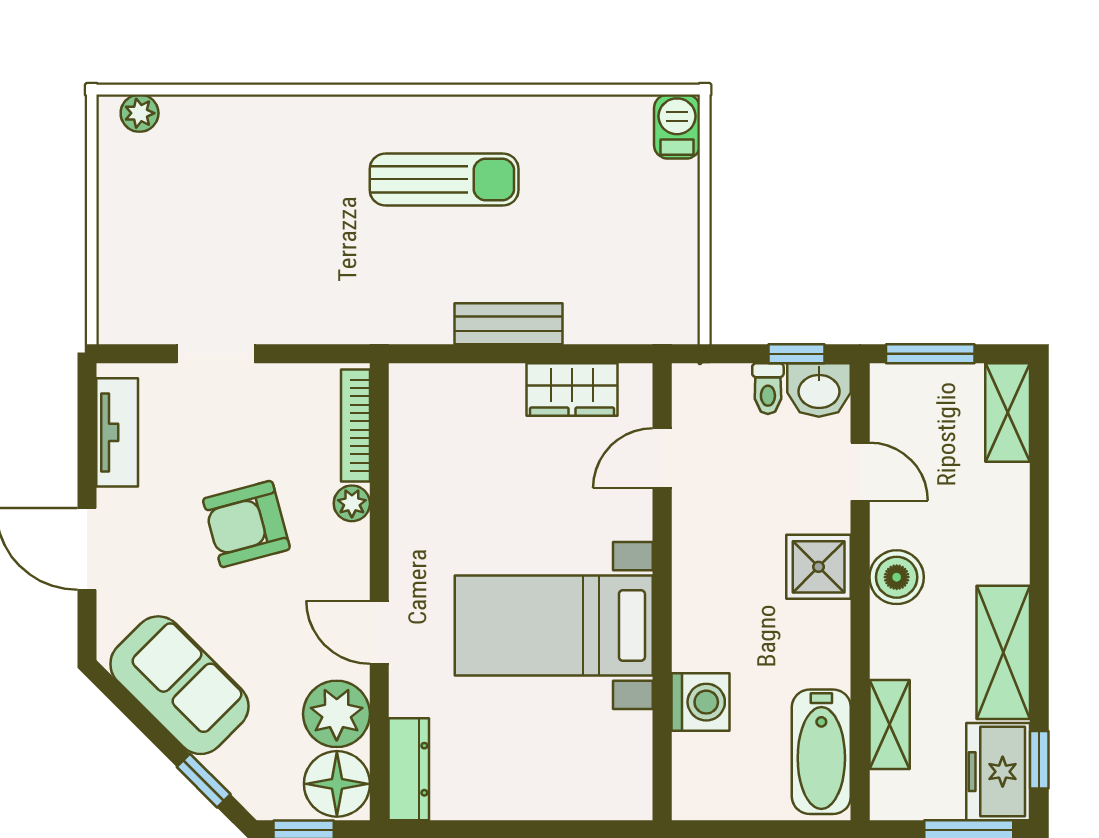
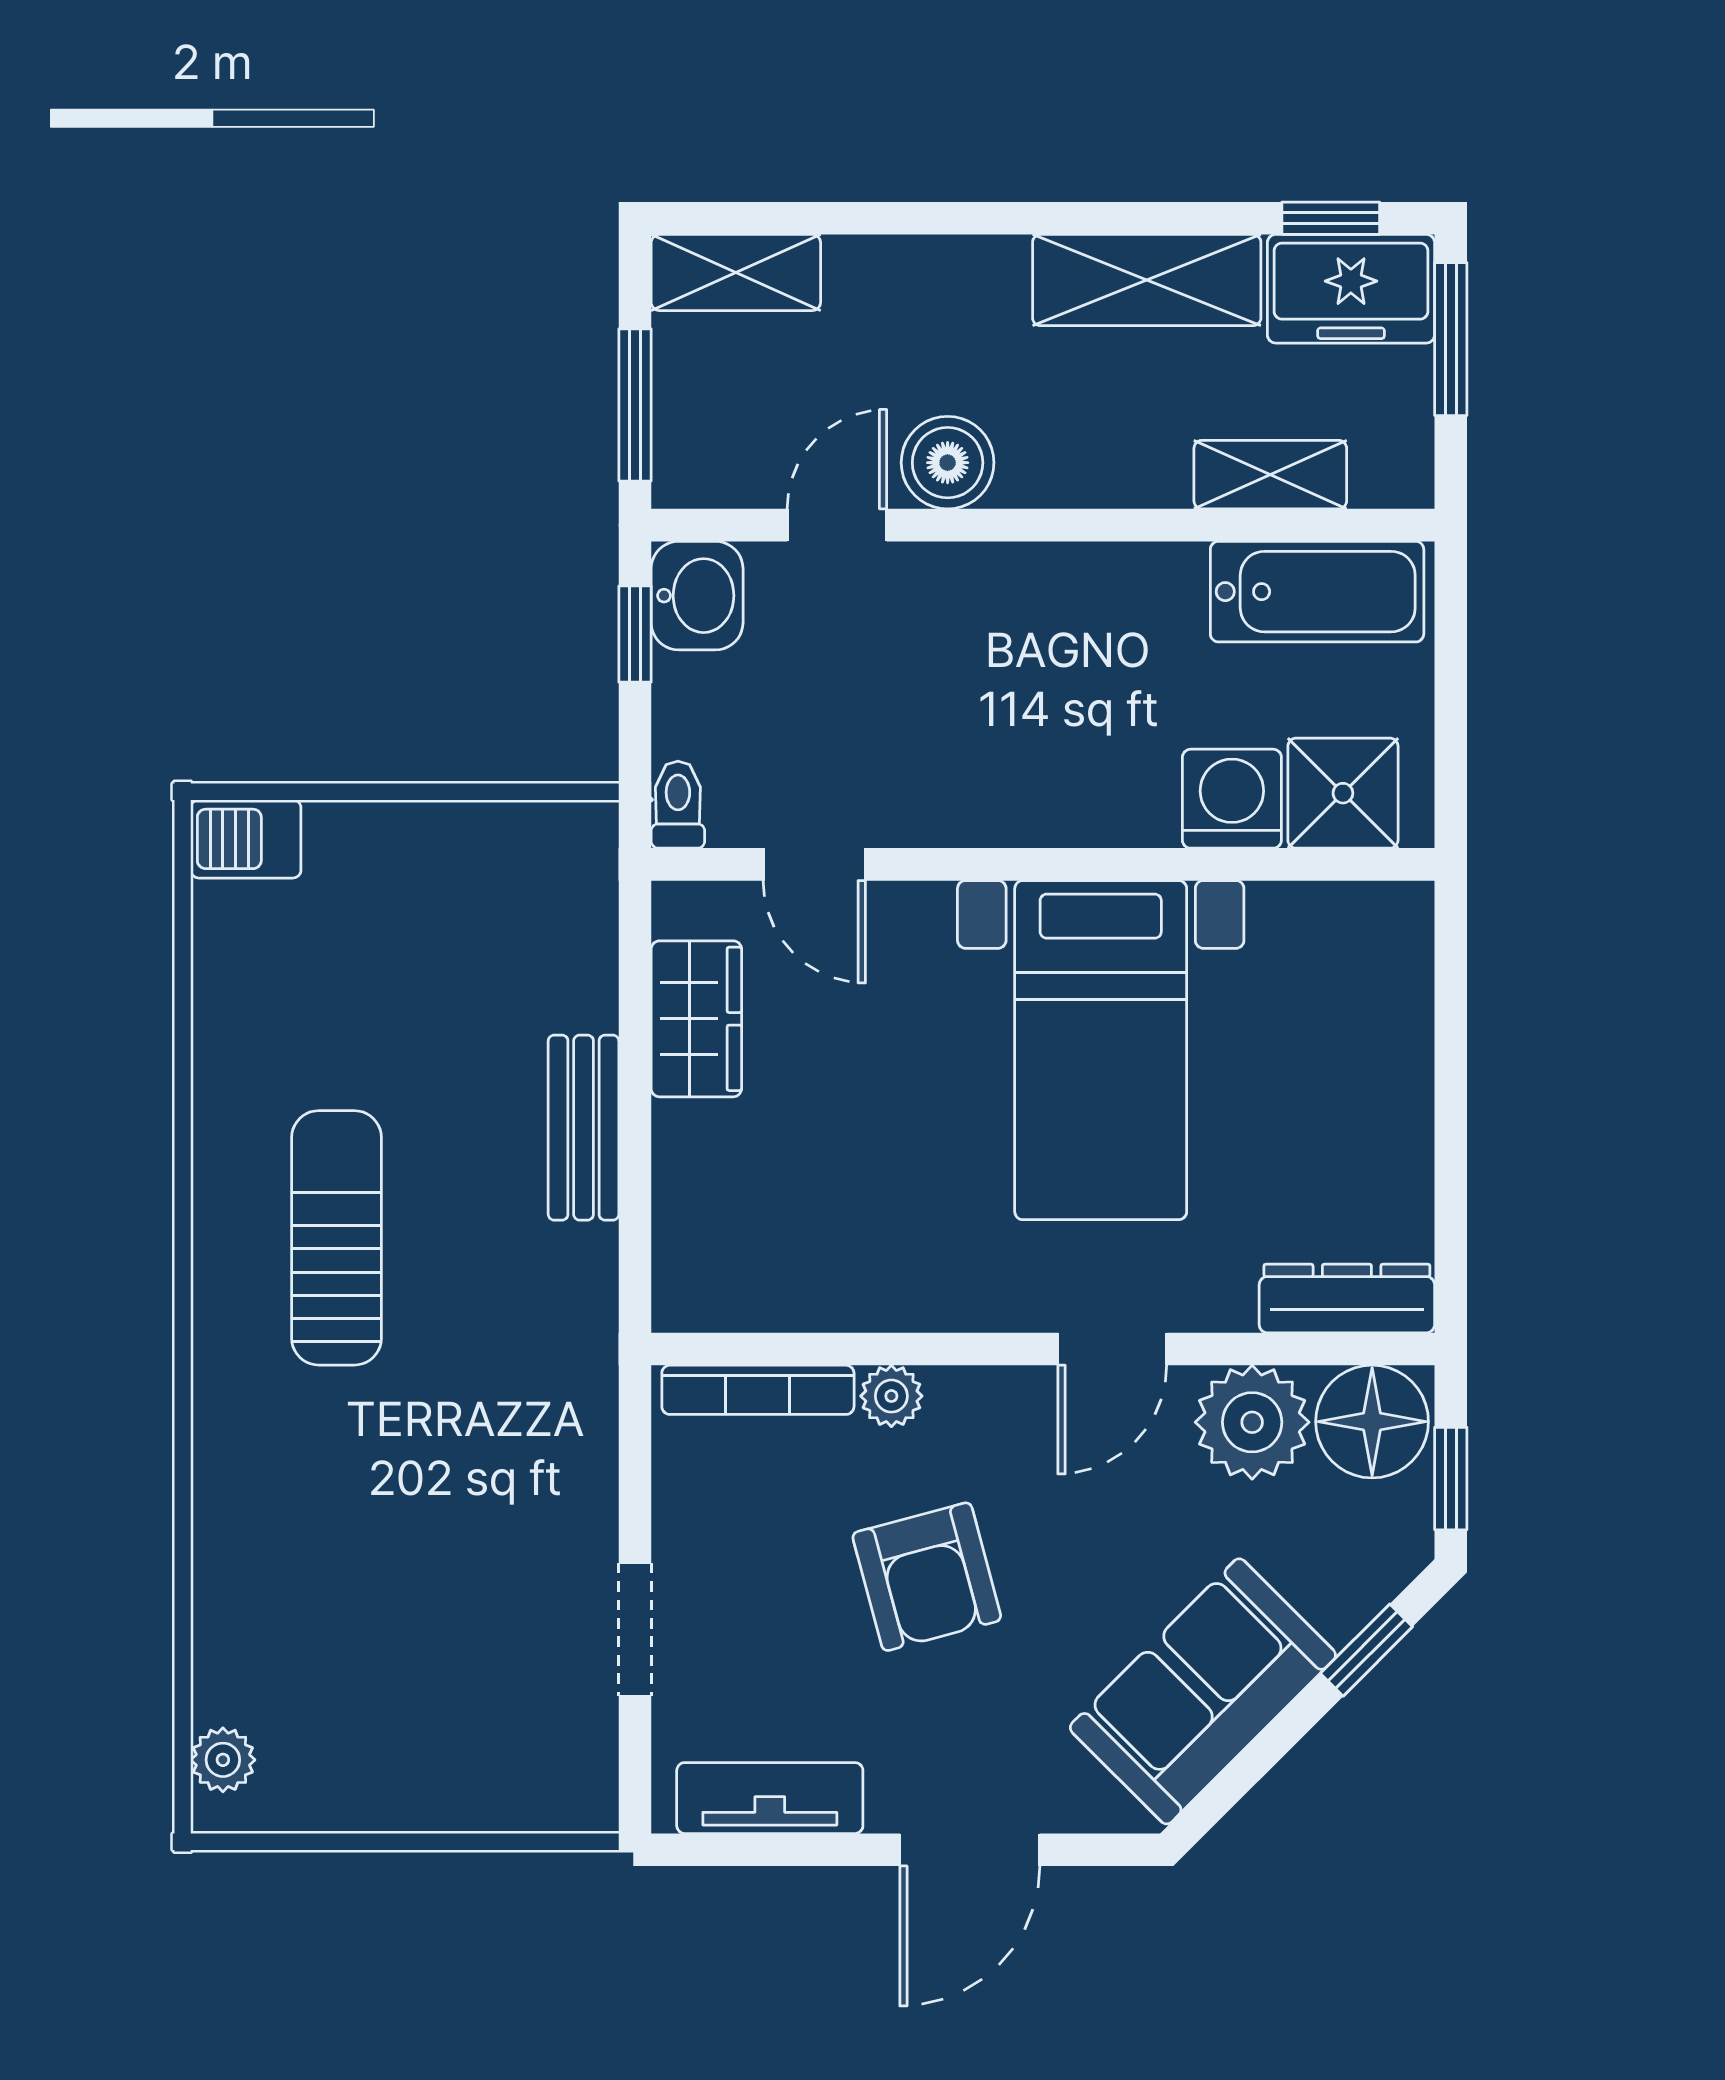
toilet: (768, 389) -> (678, 805), moved, turned -90
shower: (819, 567) -> (1343, 793), moved
boiler: (897, 577) -> (948, 463), moved

